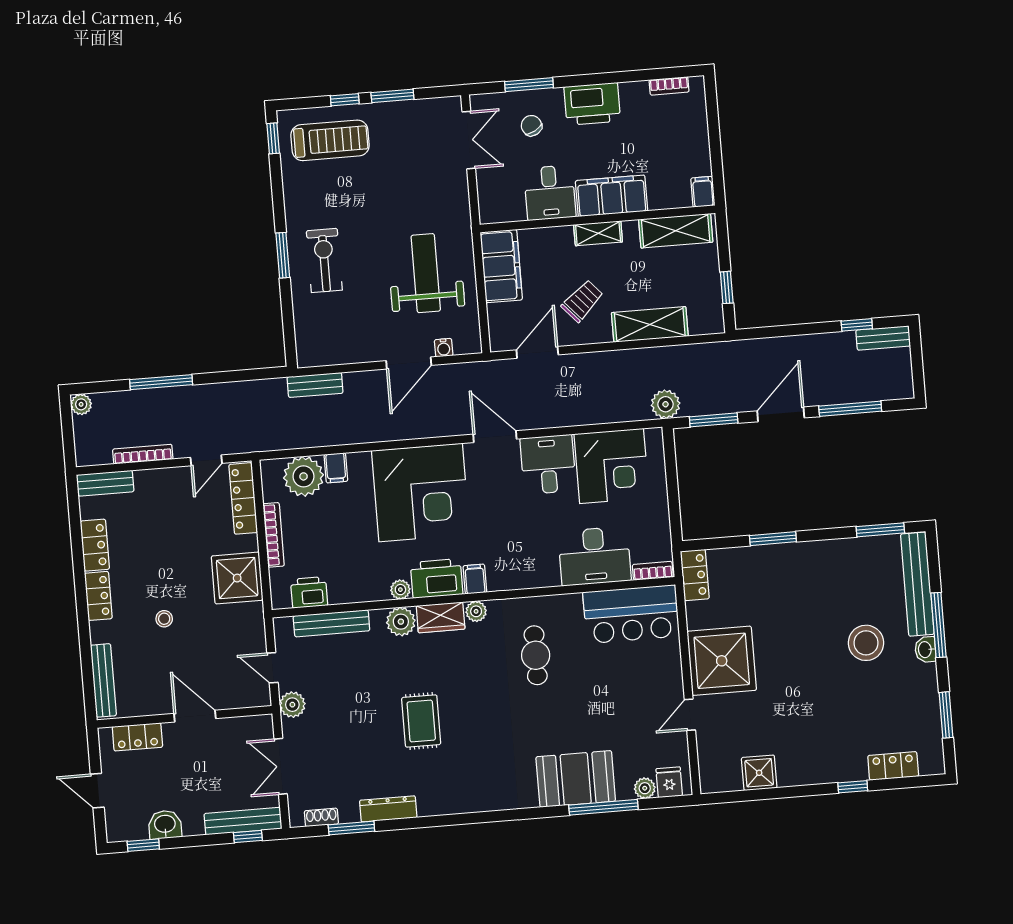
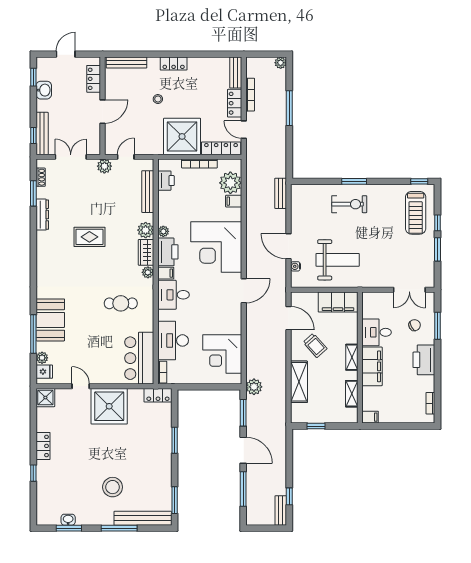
shelving: (676, 231) -> (352, 394), width x0.67, depth x0.75
desk: (548, 464) -> (173, 295), moved, turned 180
locker: (95, 545) -> (235, 103), moved, turned 90
shower: (237, 578) -> (182, 136), width x1.37, depth x1.37
washbasin: (925, 650) -> (68, 520), moved
locker: (893, 766) -> (43, 446), moved
shower: (759, 773) -> (45, 398), moved

